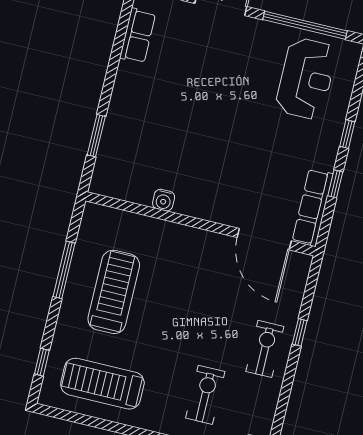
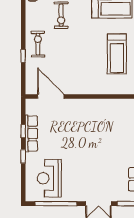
water cooler: (164, 200) -> (104, 104), removed
row of seats: (313, 207) -> (31, 134), moved
exercise bike: (265, 349) -> (38, 44), turned 180

